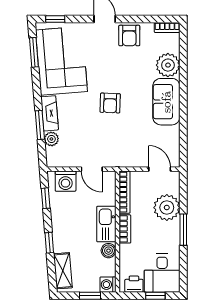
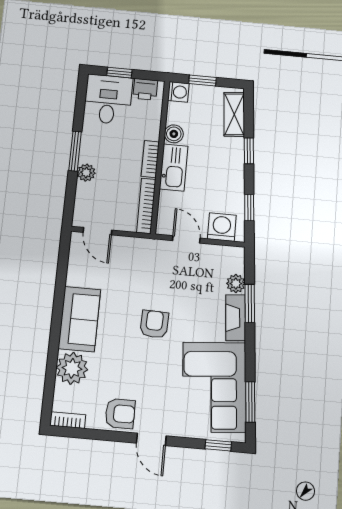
armchair: (129, 36) -> (120, 414), turned 90
plant: (167, 208) -> (86, 173), width x0.53, depth x0.53

